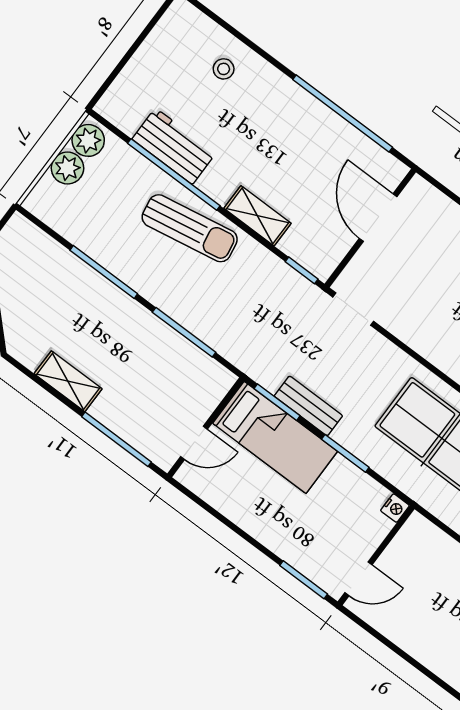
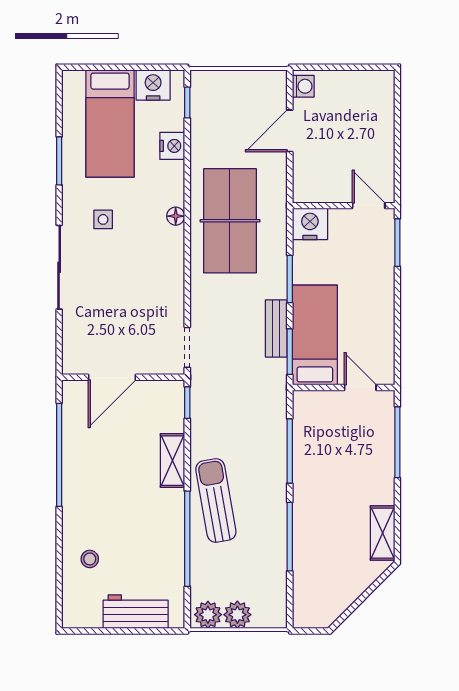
workbench: (174, 146) -> (136, 612), moved, turned 90
shelving: (68, 381) -> (383, 533), moved
nightstand: (395, 508) -> (310, 224), width x1.89, depth x1.79

